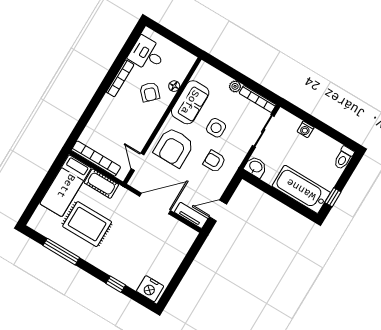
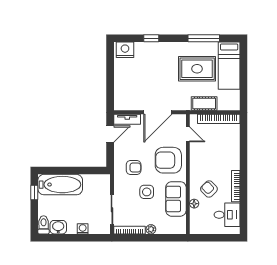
armchair: (174, 147) -> (168, 160), turned -90
washbasin: (256, 167) -> (58, 227), moved, turned 180
bed: (66, 186) -> (229, 66), moved, turned 180

